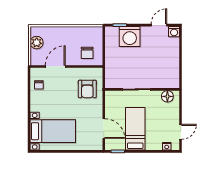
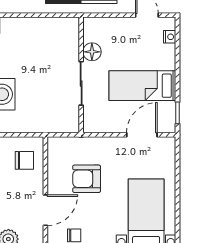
door: (55, 66) -> (45, 210), swing flipped
armchair: (87, 89) -> (87, 179), moved, turned 180
floor lamp: (167, 96) -> (92, 52), moved

